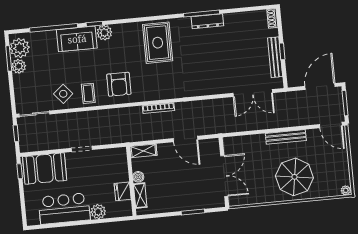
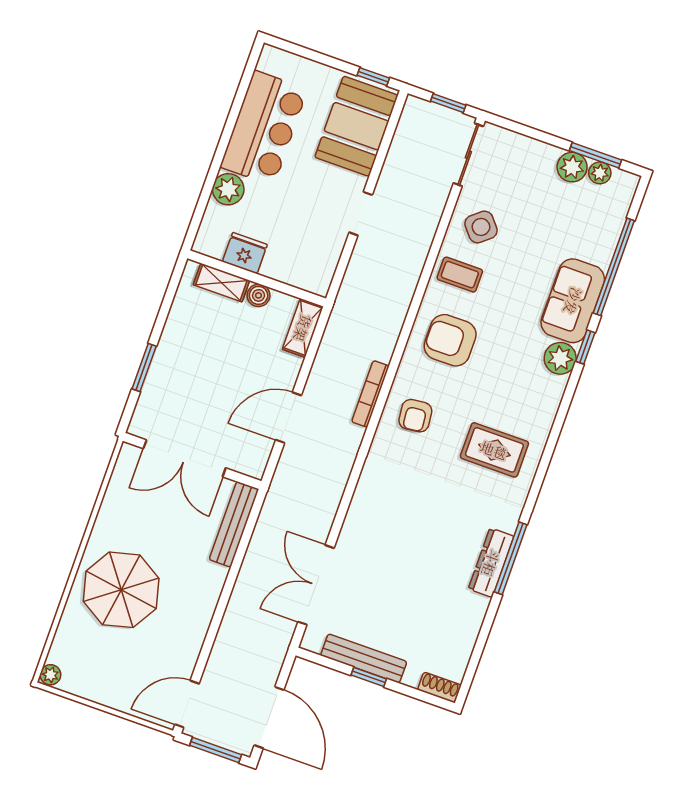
rug: (158, 43) -> (494, 450), width x0.73, depth x0.70
plant: (20, 48) -> (600, 173), width x0.53, depth x0.53
armchair: (159, 84) -> (415, 416), added
bench: (286, 137) -> (234, 524), moved

